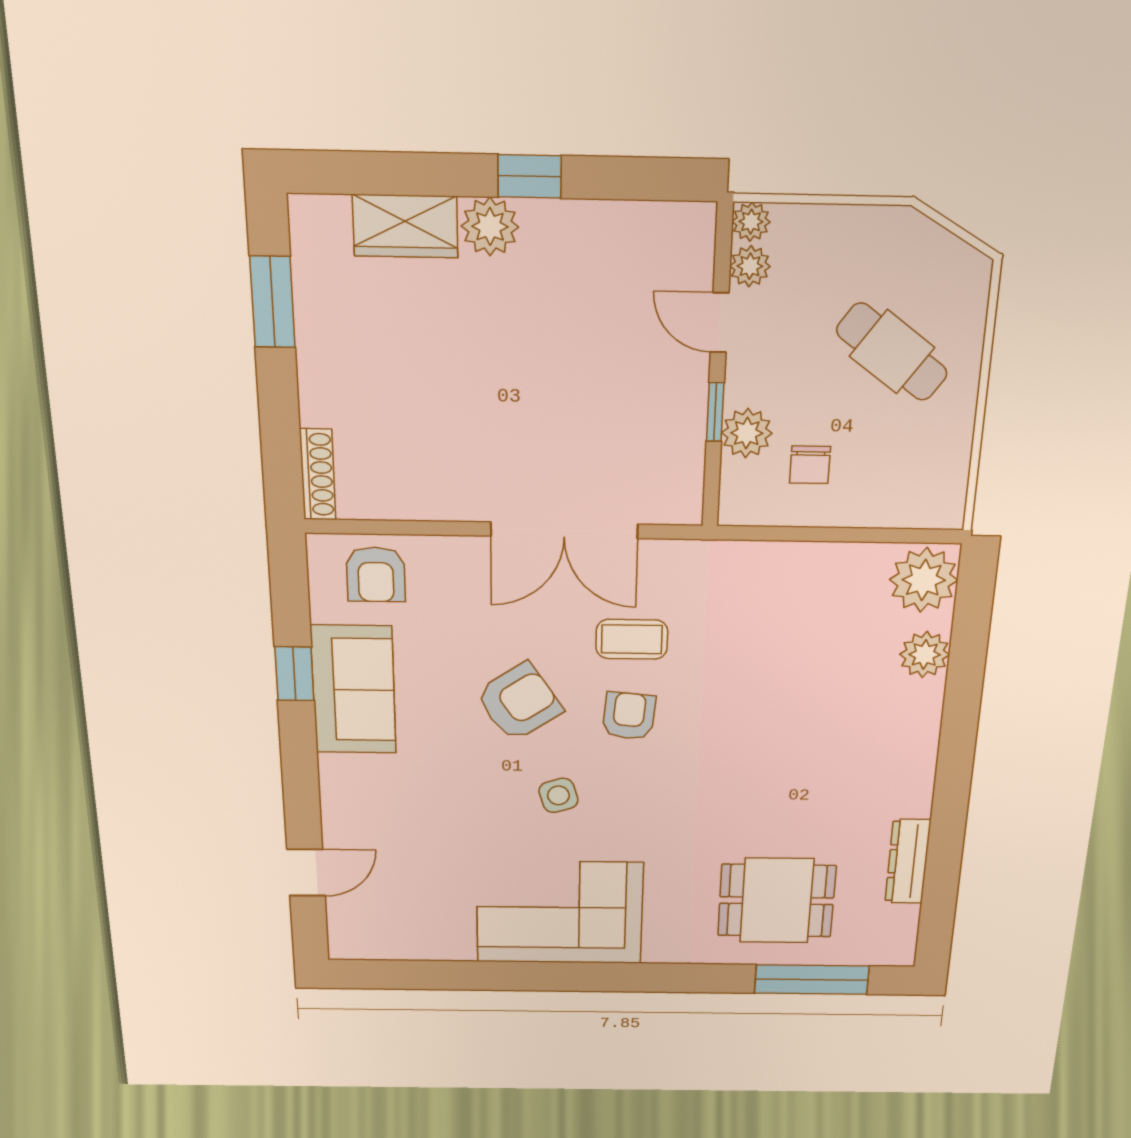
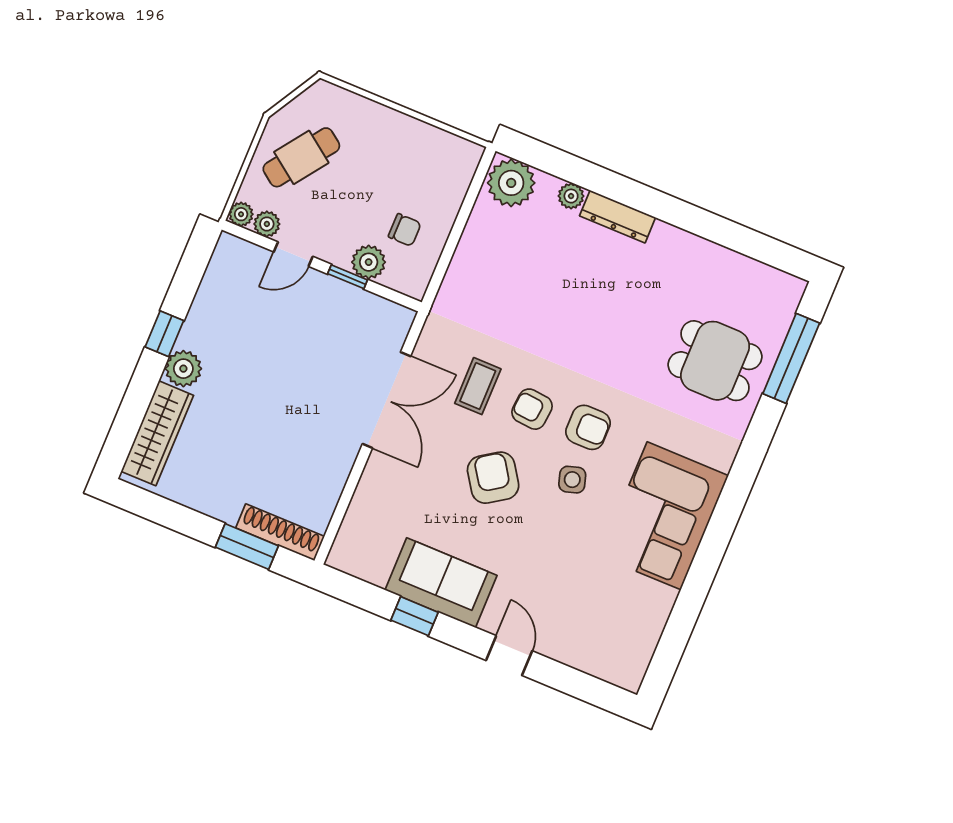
wardrobe: (405, 226) -> (157, 433), width x1.50
window: (272, 302) -> (247, 546), moved
cafe table: (892, 352) -> (301, 157), moved
shoe rack: (318, 474) -> (280, 532), width x1.36, depth x1.24
armchair: (376, 575) -> (588, 427), moved
plant: (925, 655) -> (571, 196), width x0.73, depth x0.73
dresser: (908, 861) -> (618, 217), moved
door: (306, 873) -> (509, 656), moved
dining table: (777, 901) -> (715, 361), turned 90

